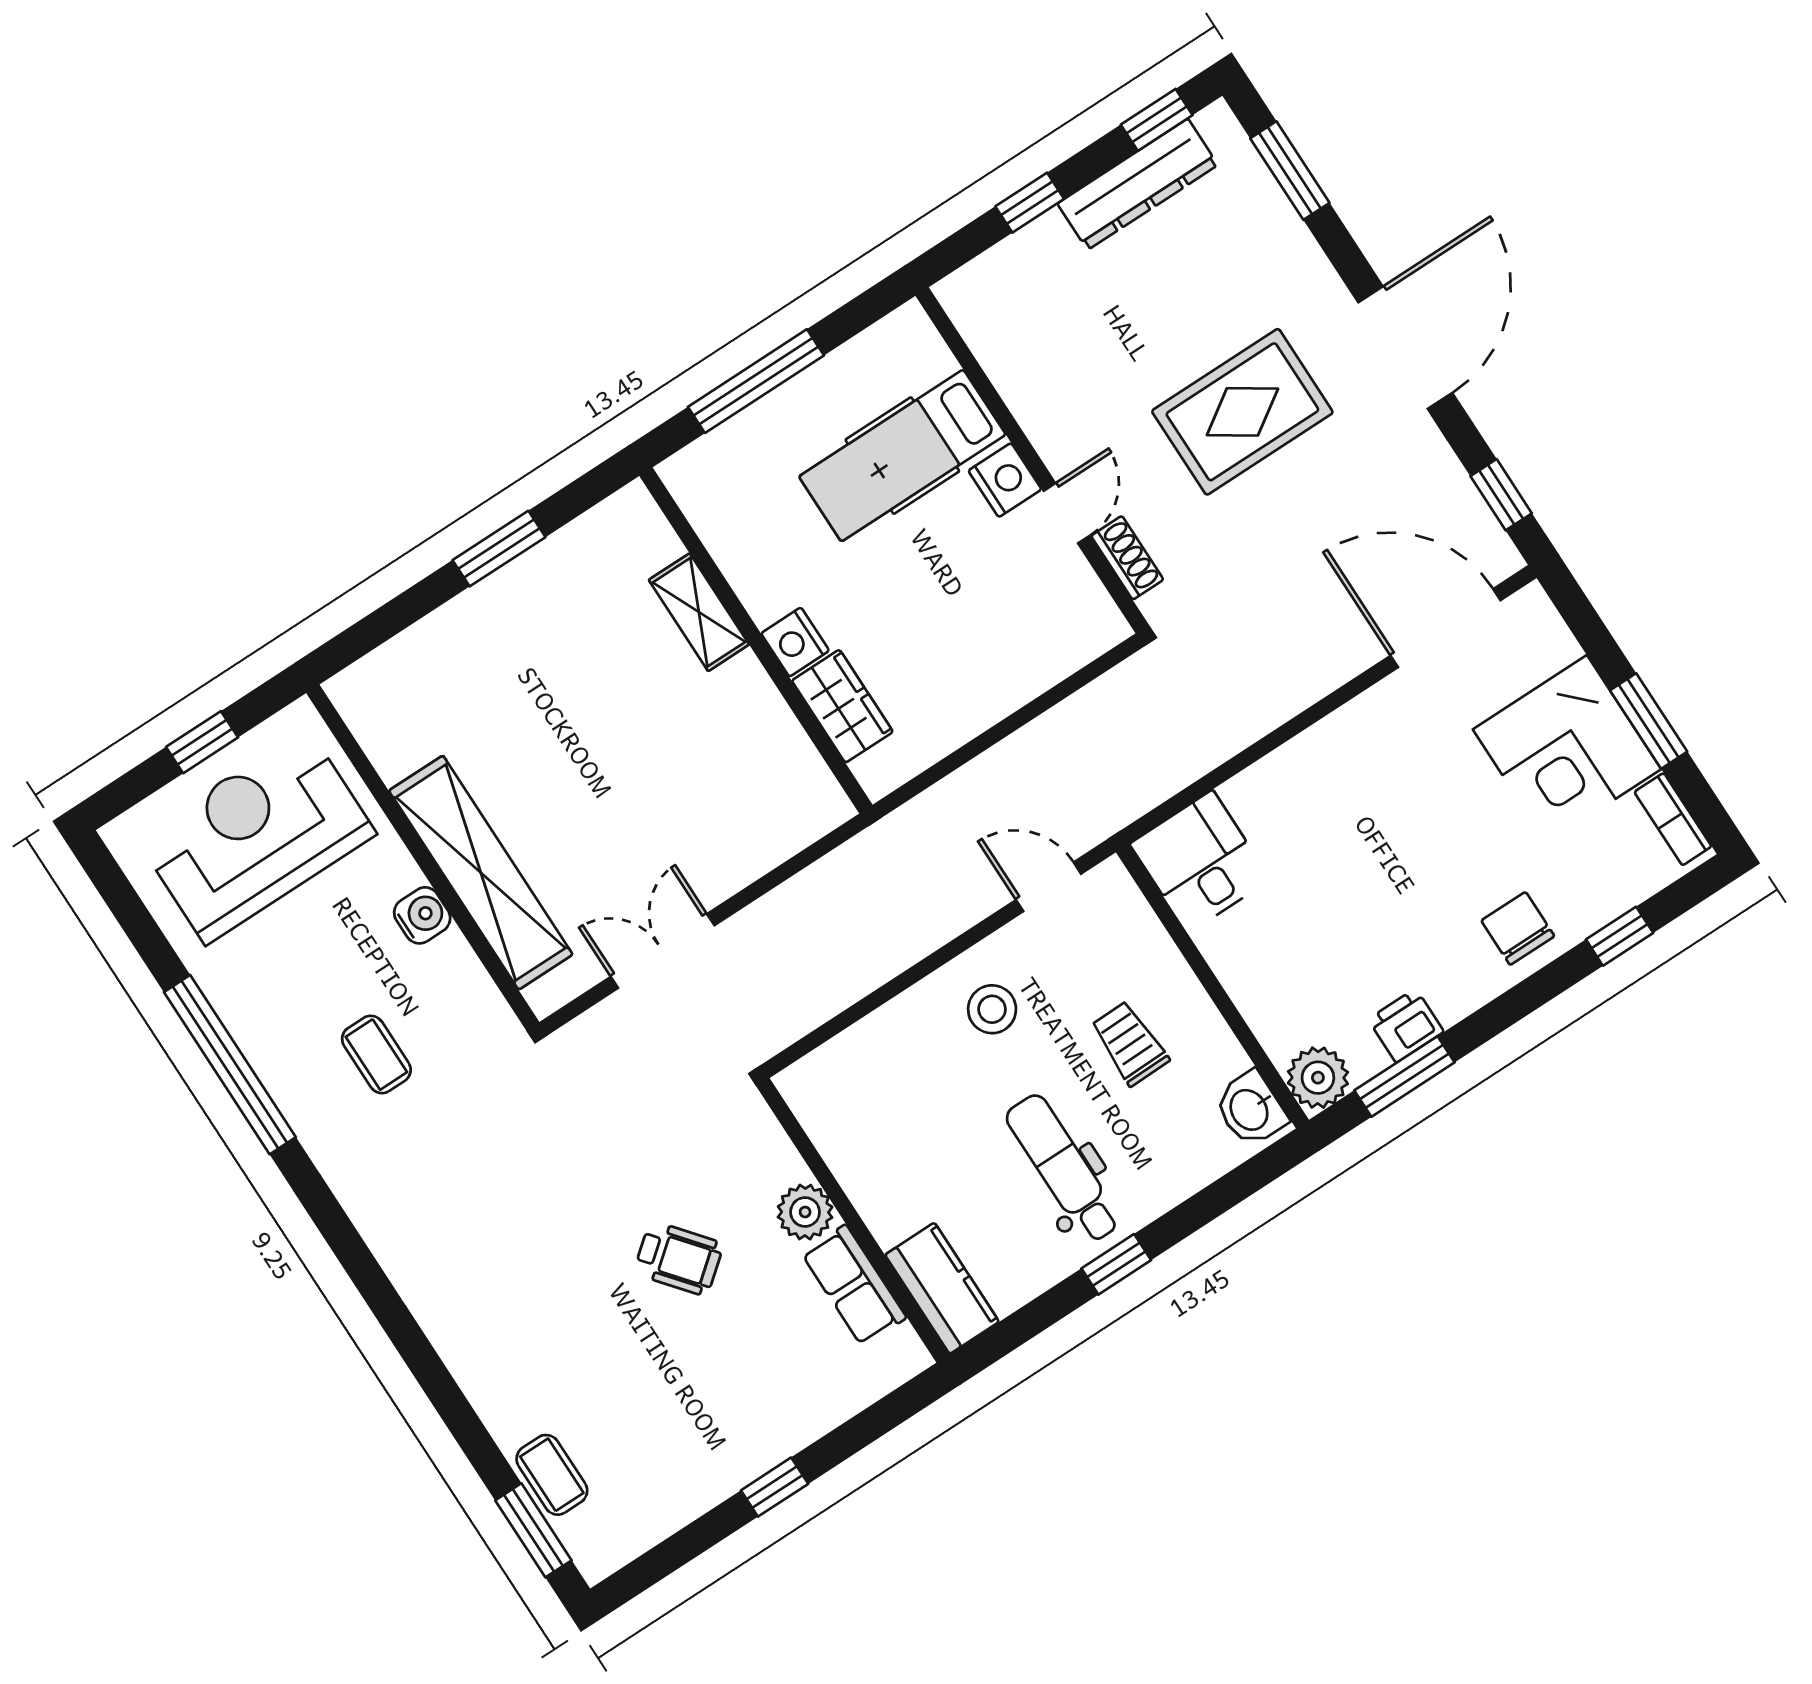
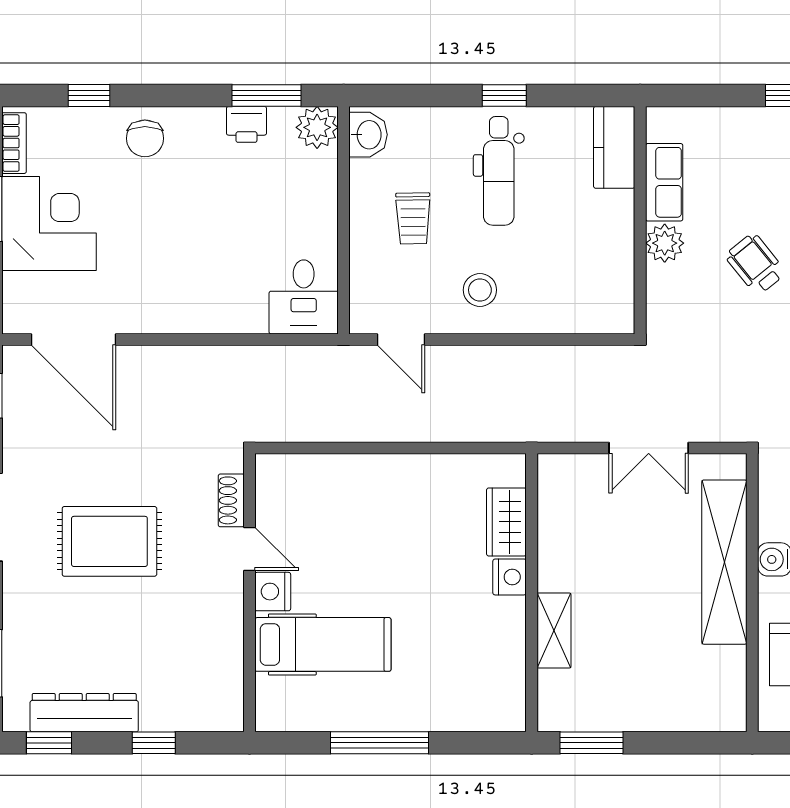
door: (1067, 513) -> (250, 549), swing flipped
shelving: (699, 612) -> (554, 631), moved
wall: (756, 640) -> (532, 593), moved
nightstand: (795, 642) -> (510, 577), moved
wardrobe: (842, 706) -> (506, 522), moved

